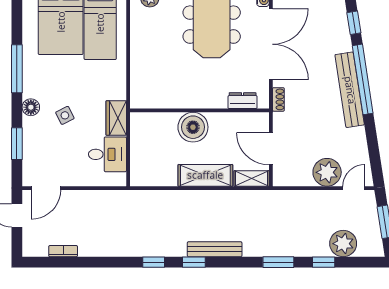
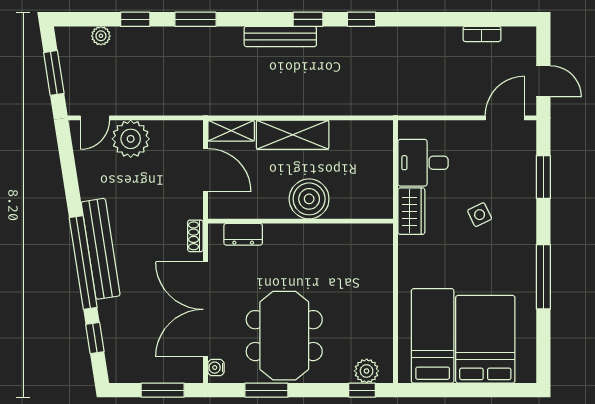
floor lamp: (31, 107) -> (525, 225), removed
plant: (343, 244) -> (101, 36), width x0.53, depth x0.53

